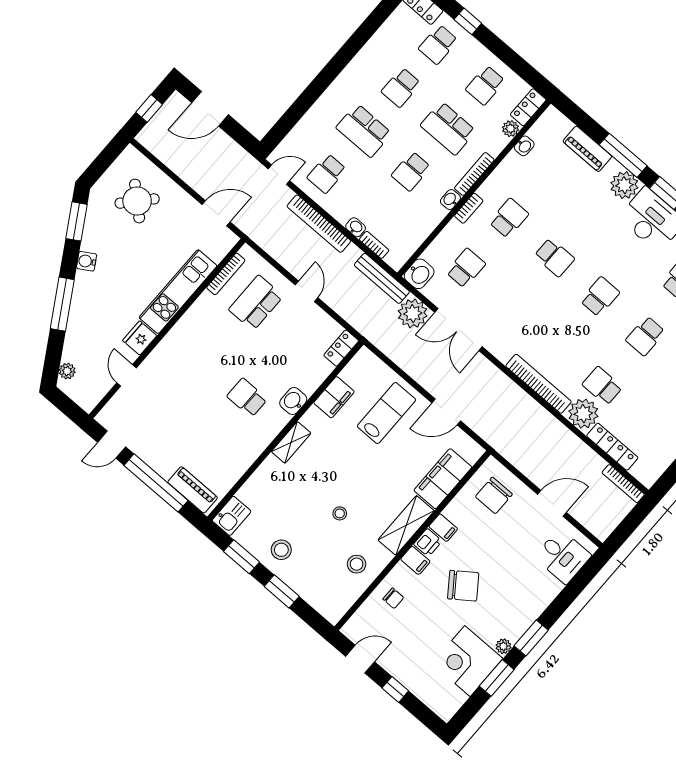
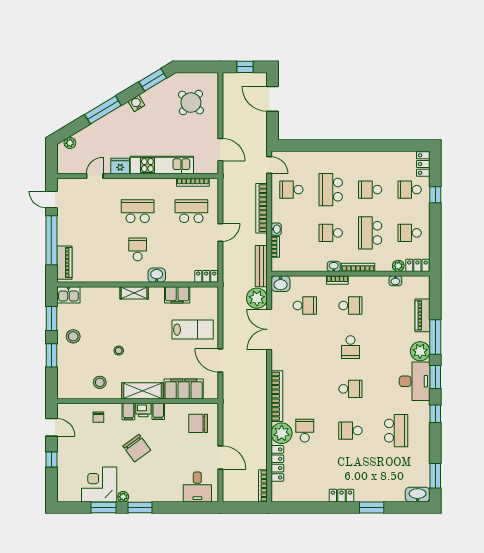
school desk: (205, 362) -> (138, 211), added

